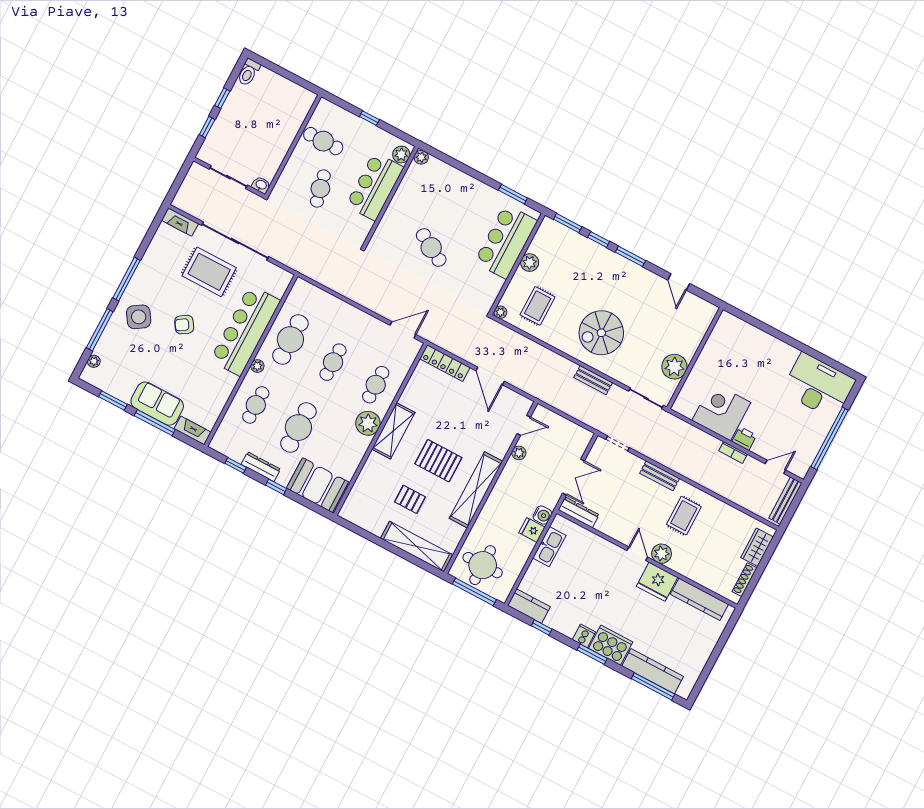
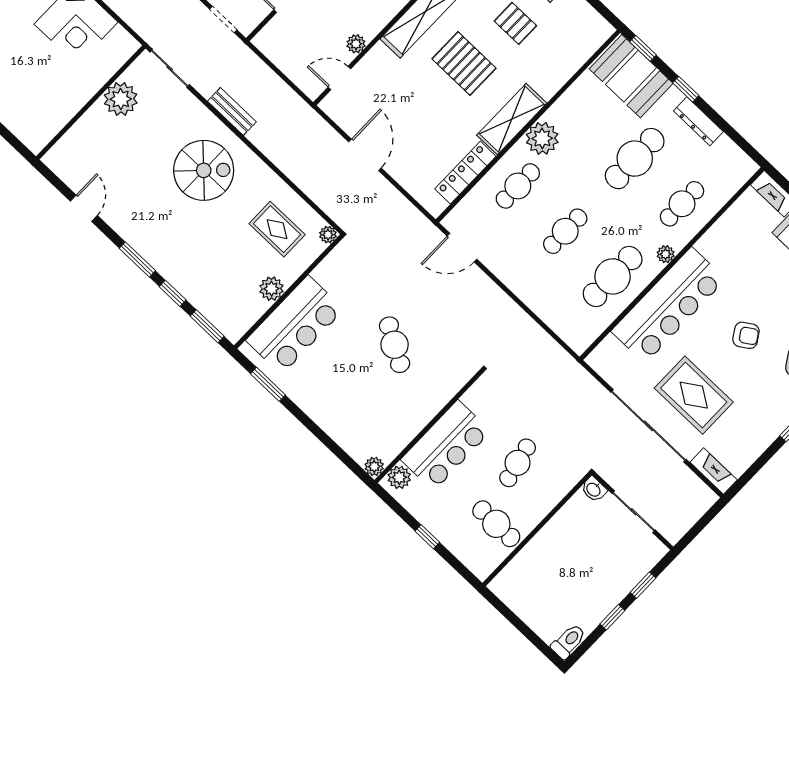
rug: (538, 306) -> (277, 229), turned 90
locker: (445, 363) -> (465, 173), moved, turned -90
window: (236, 465) -> (643, 48), moved

